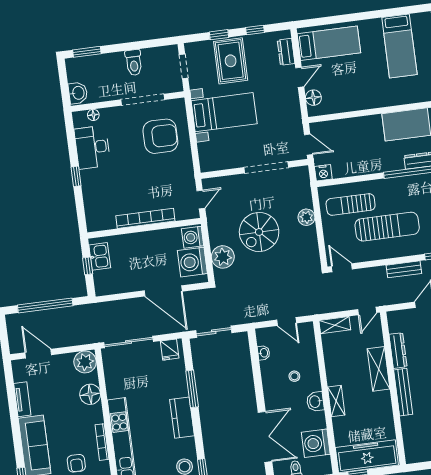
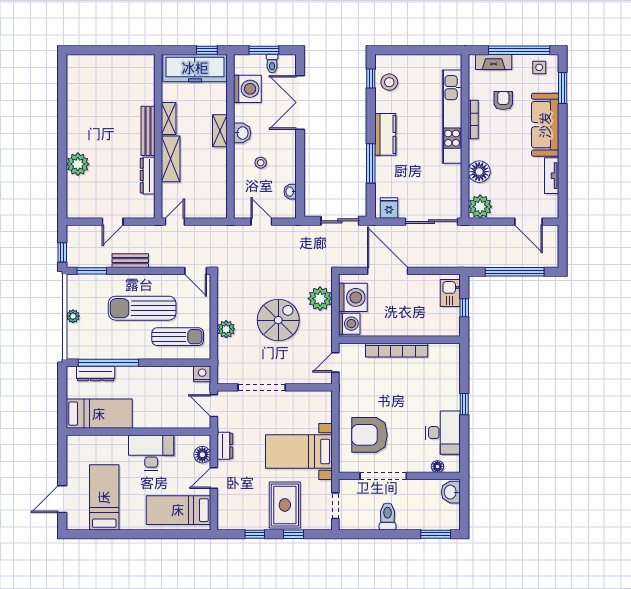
dresser: (286, 52) -> (225, 446), moved
desk: (361, 93) -> (151, 453), added
kitchen sink: (100, 256) -> (450, 293), moved
shelving: (335, 325) -> (169, 119), moved, turned 90

